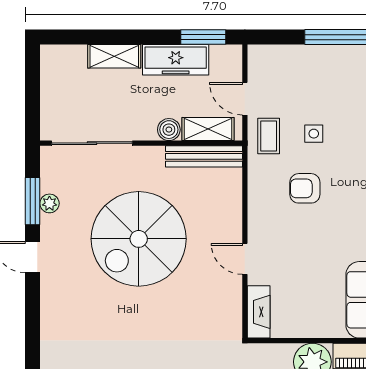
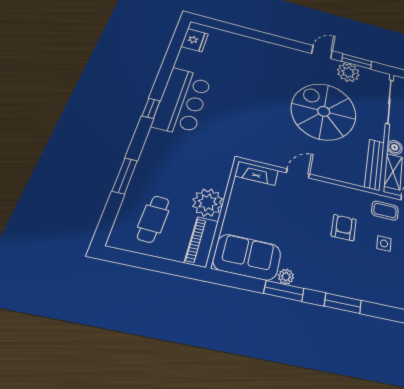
plant: (49, 203) -> (348, 72), width x1.88, depth x1.88

